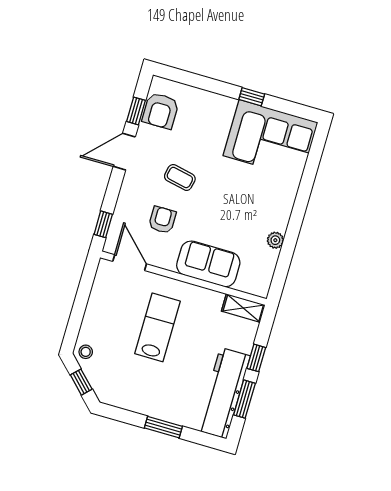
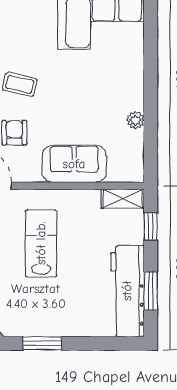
window: (256, 358) -> (151, 226), moved
window: (163, 427) -> (42, 343), moved

